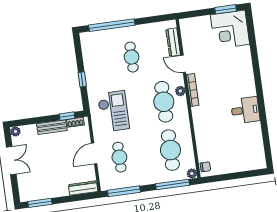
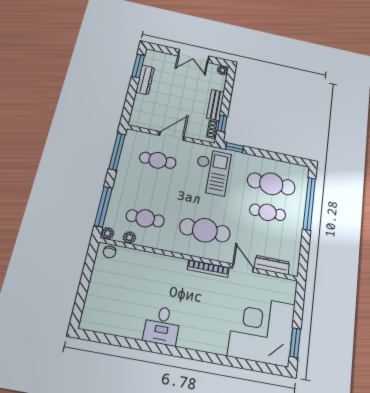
corner desk: (230, 30) -> (262, 330), width x1.36, depth x1.36
cafe table: (106, 61) -> (271, 184), added
door: (183, 64) -> (243, 268), hinge flipped
window: (82, 79) -> (235, 148), moved
plant: (180, 91) -> (129, 237), moved
checkout: (113, 111) -> (212, 172), turned -90
cafe table: (170, 150) -> (145, 218), width x0.73, depth x0.74
door: (94, 153) -> (172, 136), hinge flipped
dresser: (83, 188) -> (145, 80), moved

